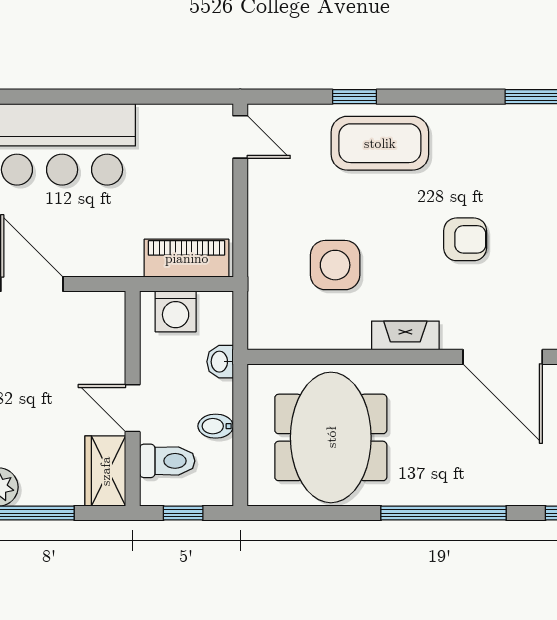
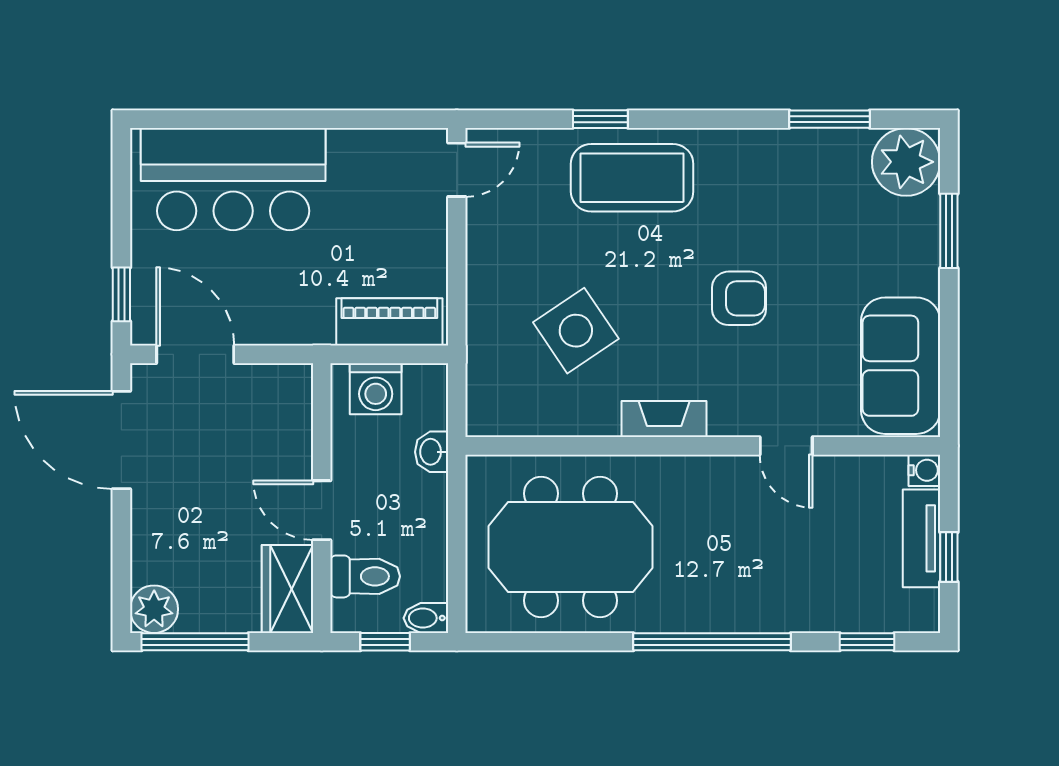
door: (240, 137) -> (457, 170), hinge flipped
side table: (335, 265) -> (576, 331), turned -34
door: (503, 357) -> (786, 446), width x0.53
bidet: (216, 426) -> (426, 618), moved
meeting table: (331, 437) -> (571, 547), turned 90

